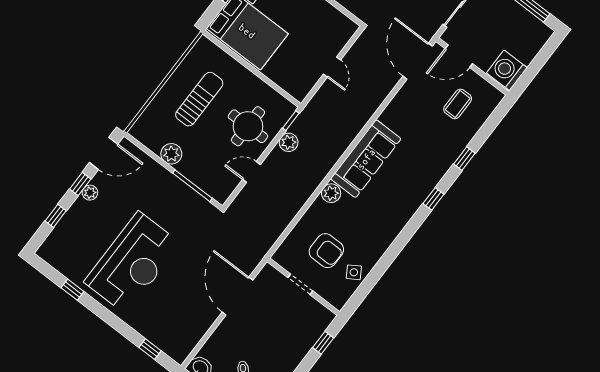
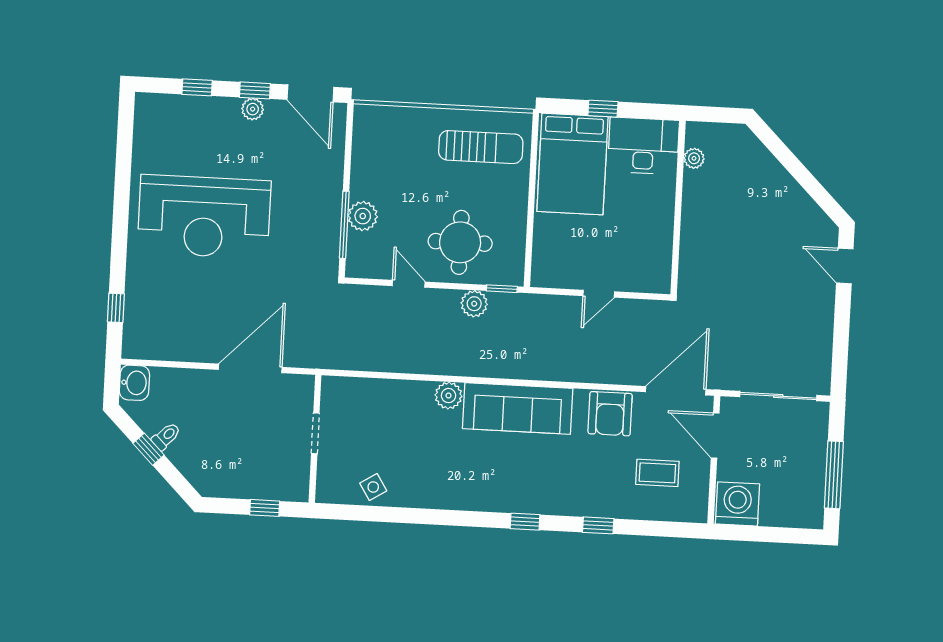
sun lounger: (199, 99) -> (481, 147), moved
plant: (171, 154) -> (363, 216), moved
armchair: (326, 251) -> (610, 414), moved
window: (72, 290) -> (123, 167), removed

